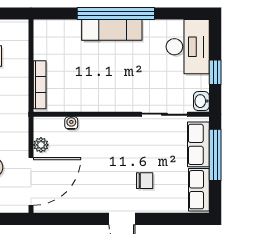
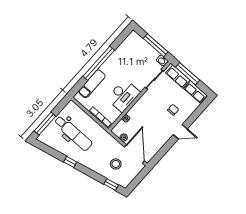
exam couch: (112, 30) -> (92, 84), moved
desk: (188, 47) -> (123, 96), moved, turned 90
window: (215, 72) -> (156, 45), width x2.17

